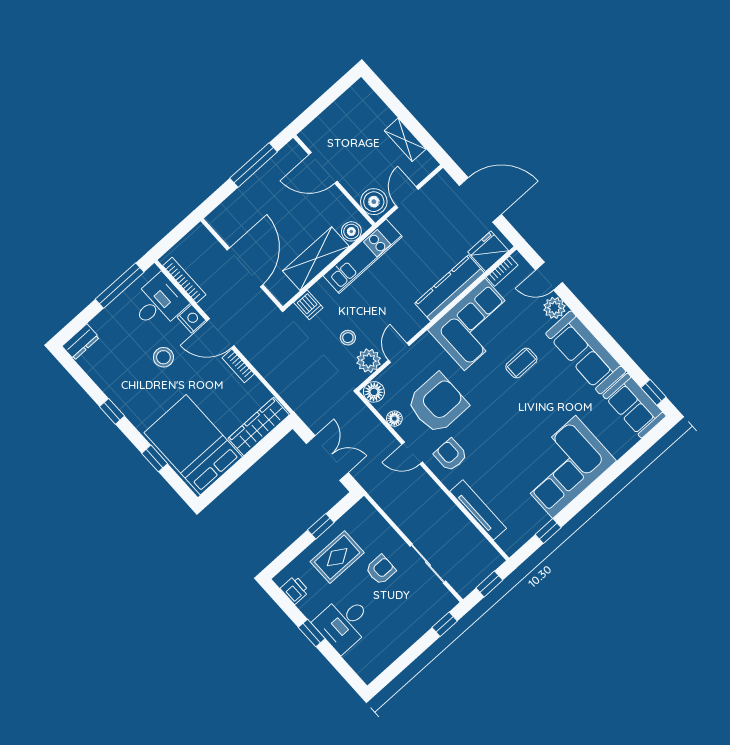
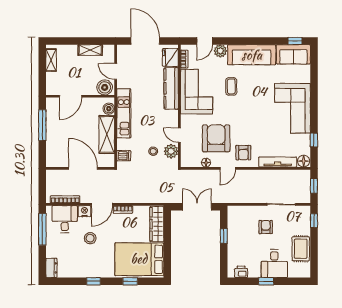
shelving: (347, 101) -> (51, 60), added
door: (480, 200) -> (145, 41), hinge flipped
floor lamp: (374, 392) -> (304, 161), moved
armchair: (450, 455) -> (243, 153), turned -90
rug: (337, 557) -> (301, 249), moved

